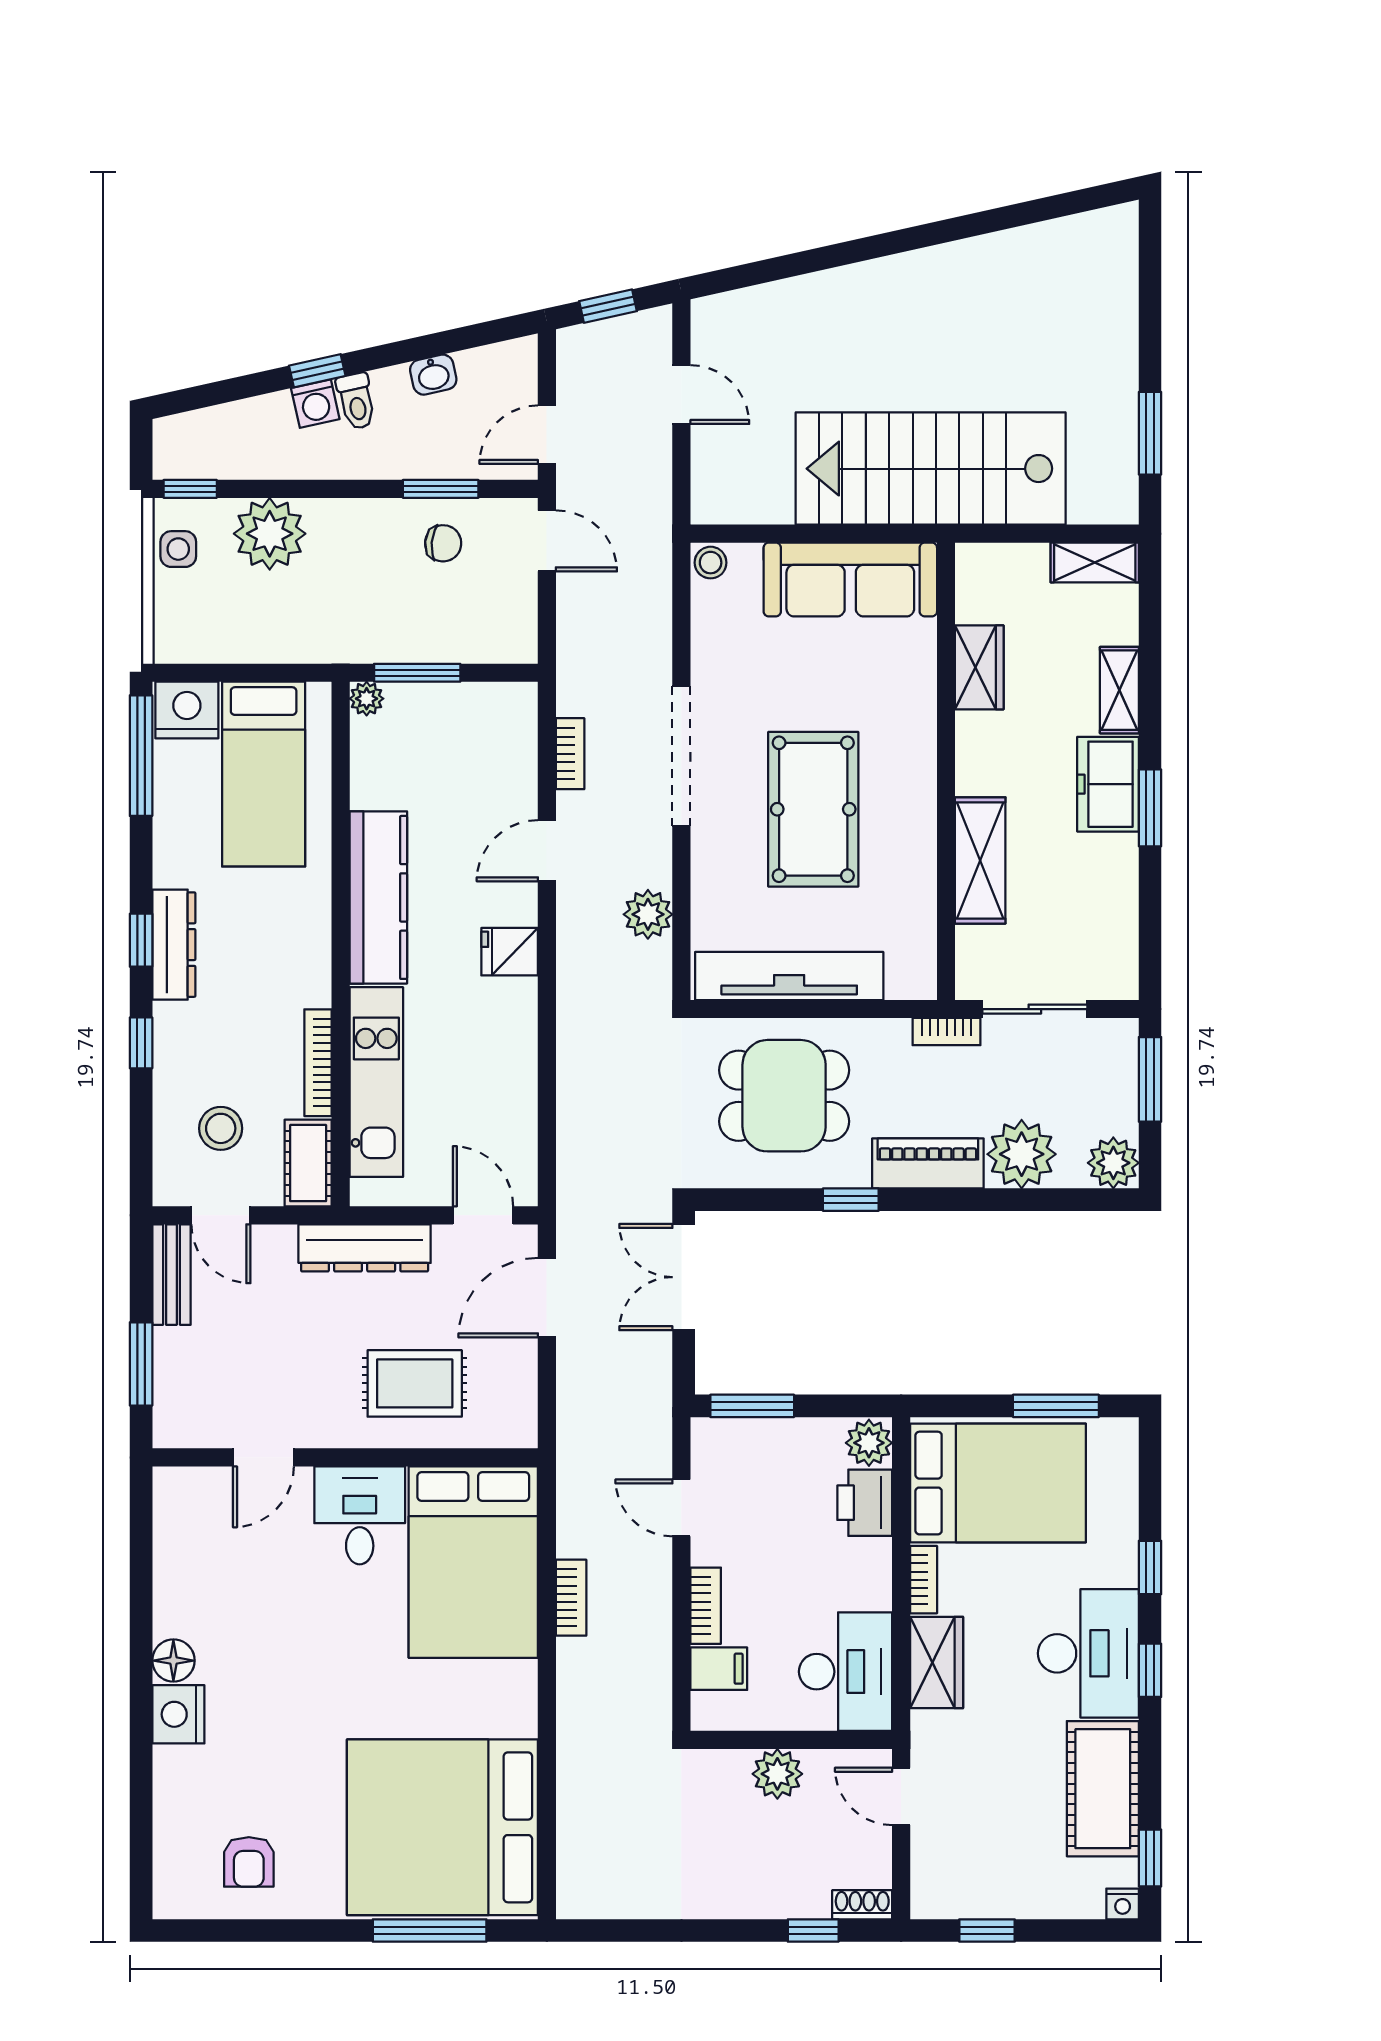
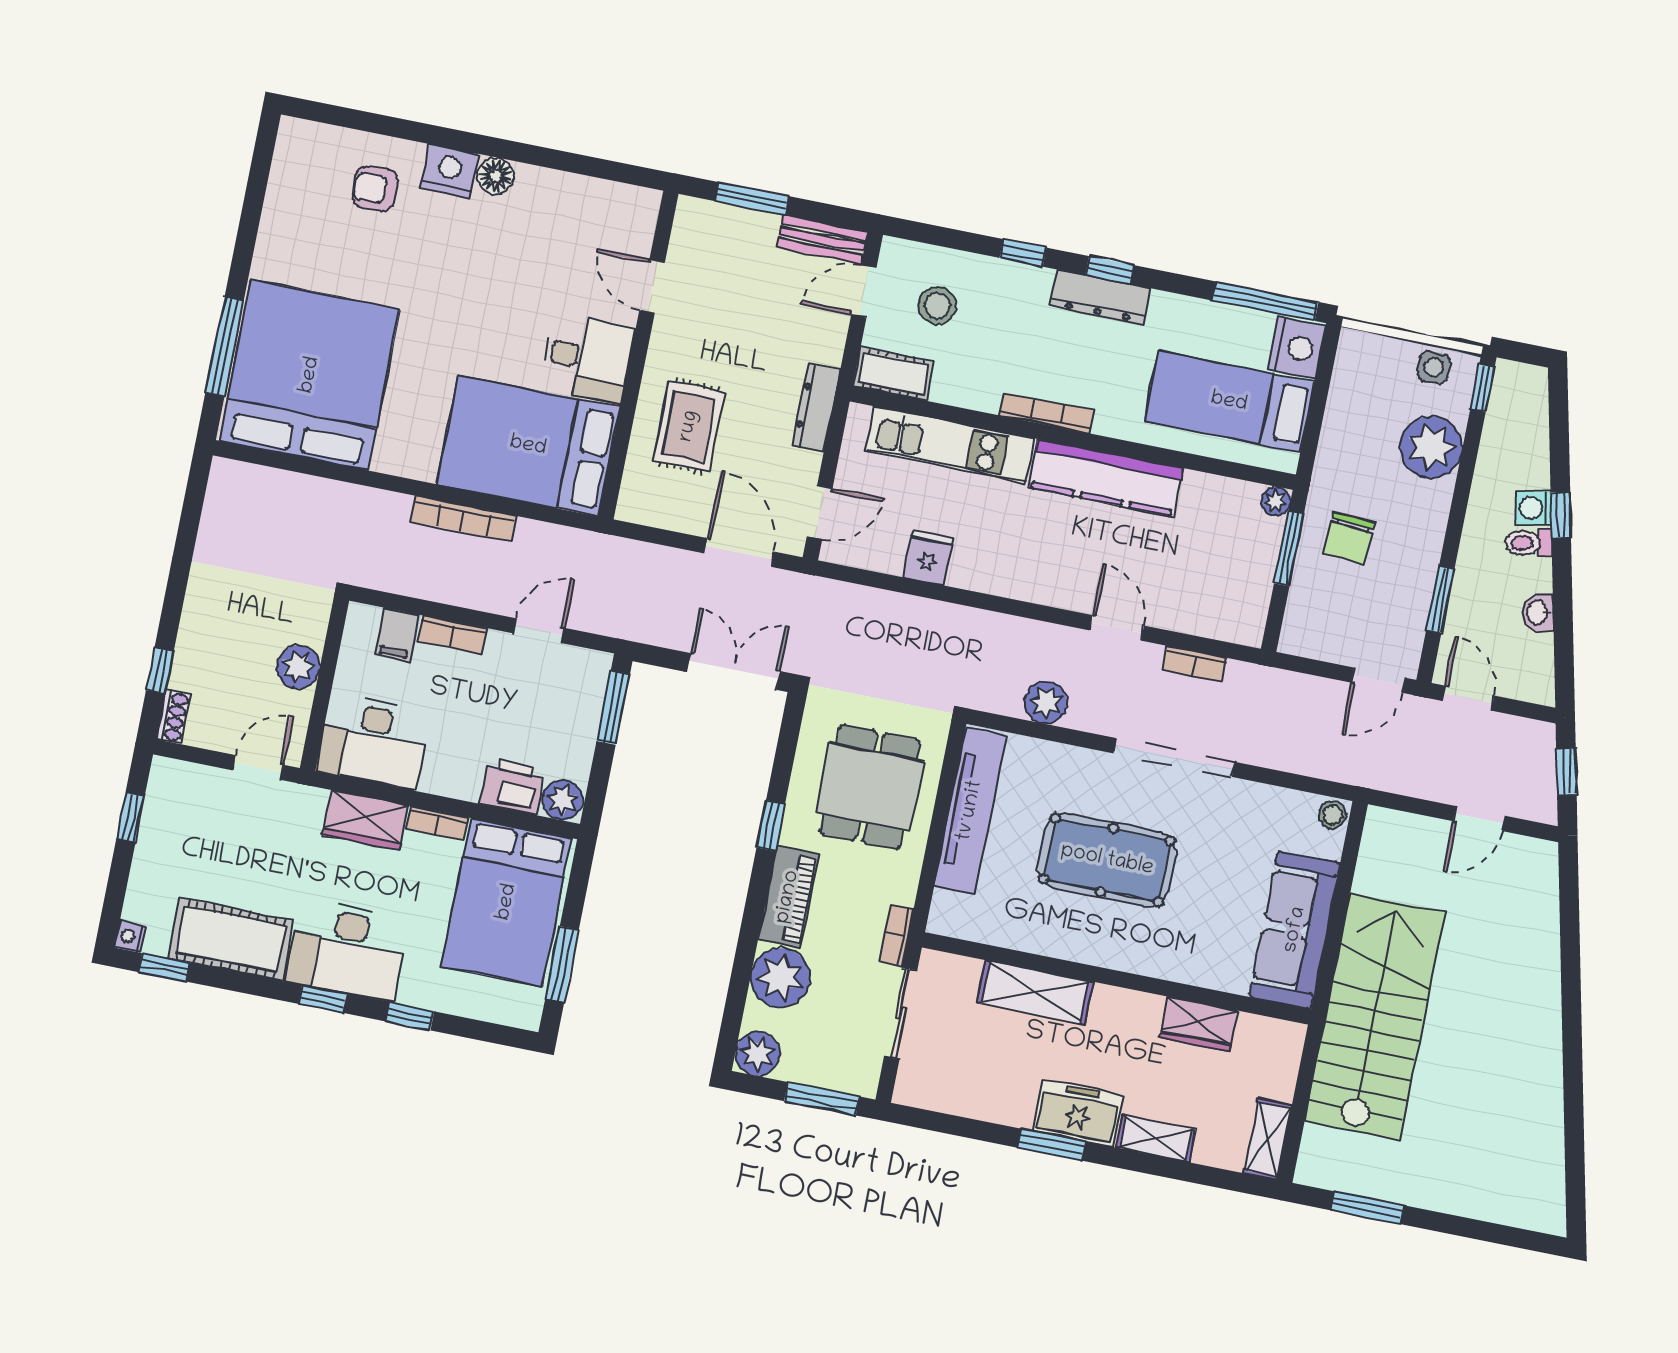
chair: (443, 543) -> (1349, 538), moved, width x1.37, depth x1.37
fridge: (510, 952) -> (928, 557), moved
bookcase: (318, 1063) -> (1047, 413), moved
dresser: (365, 1248) -> (816, 408), width x0.73, depth x0.80
bookcase: (571, 1598) -> (464, 519), width x1.56
armchair: (249, 1862) -> (375, 189), moved

